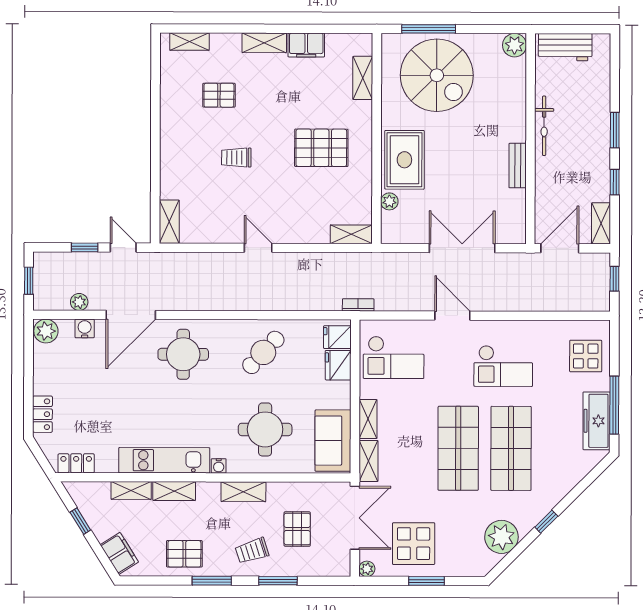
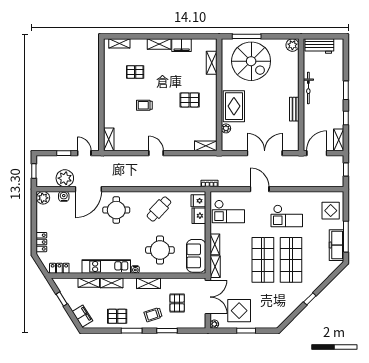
pallet: (321, 148) -> (190, 100), width x0.67, depth x0.71
plant: (79, 302) -> (65, 178), width x1.88, depth x1.88
plant: (501, 537) -> (286, 307), removed

